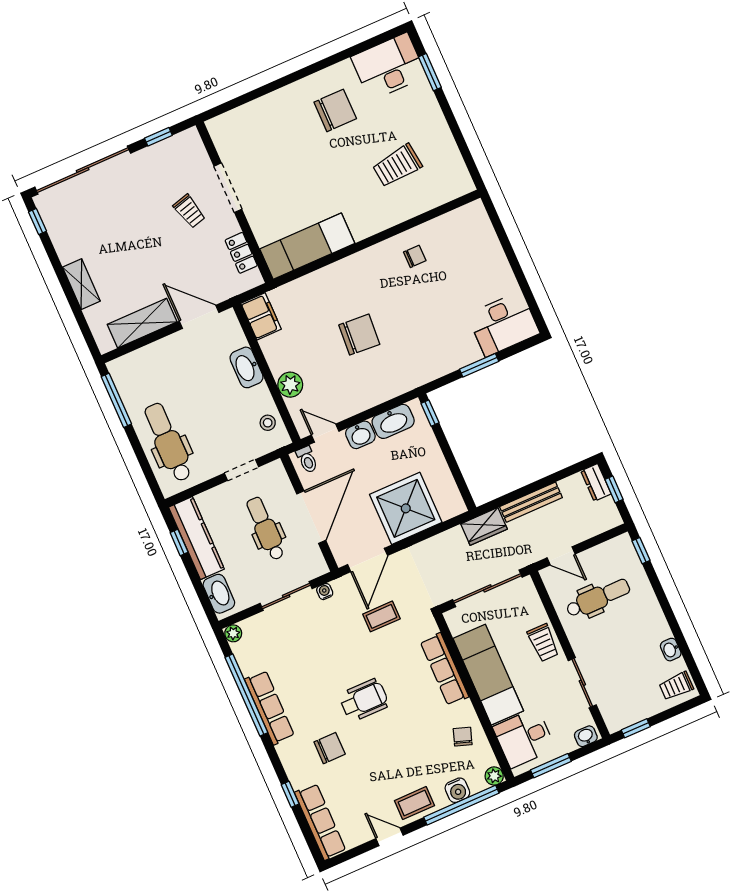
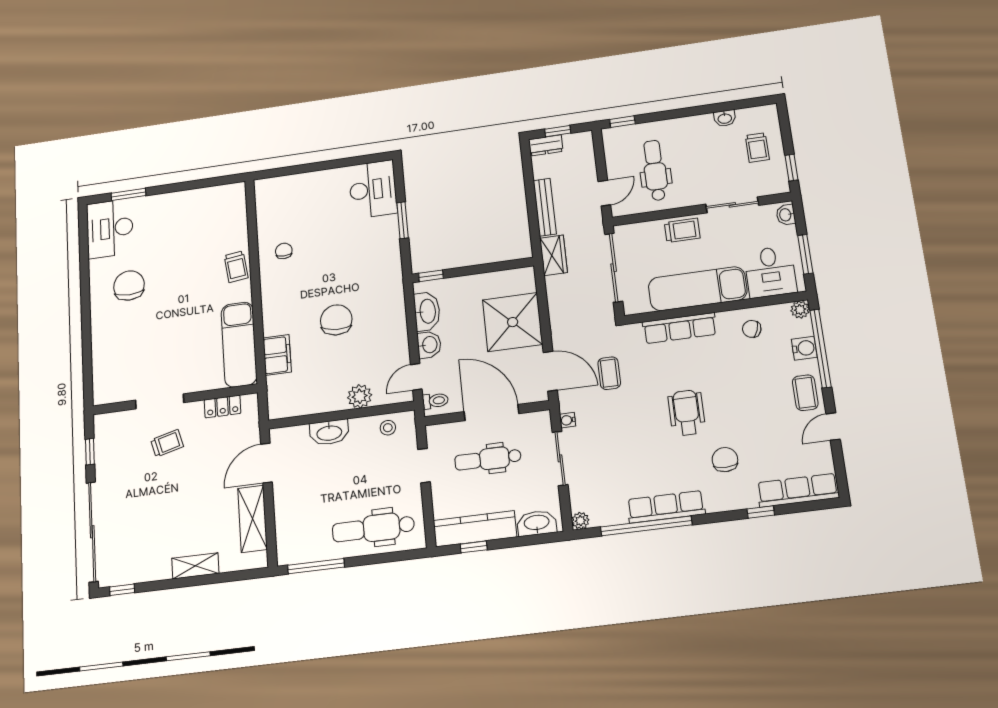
trolley: (397, 166) -> (236, 267), moved, width x0.73, depth x0.72
filing cabinet: (261, 316) -> (277, 355), moved, turned 90
trolley: (676, 686) -> (757, 148), moved

